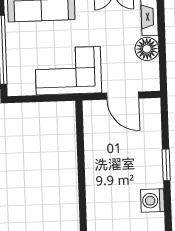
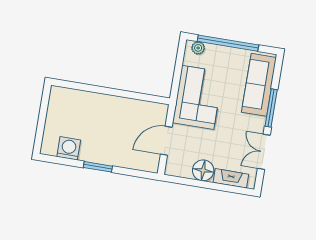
plant: (14, 81) -> (198, 48), added

